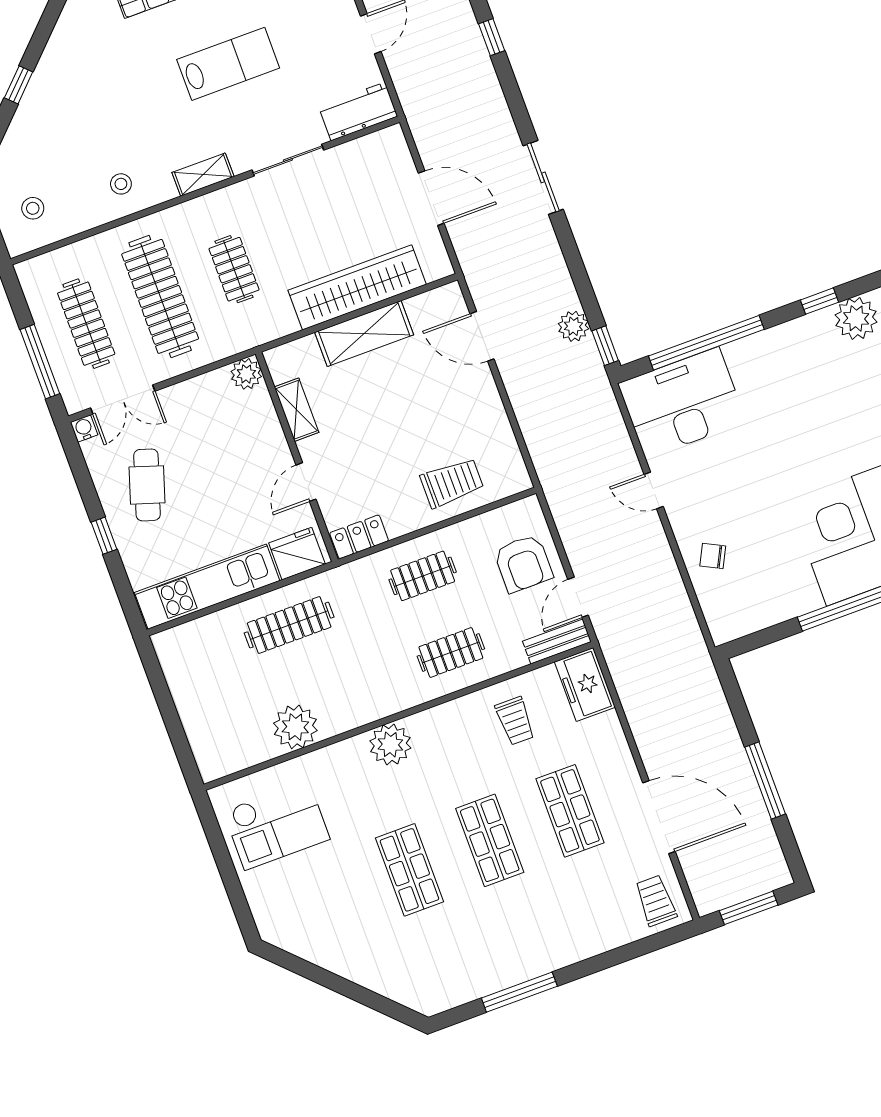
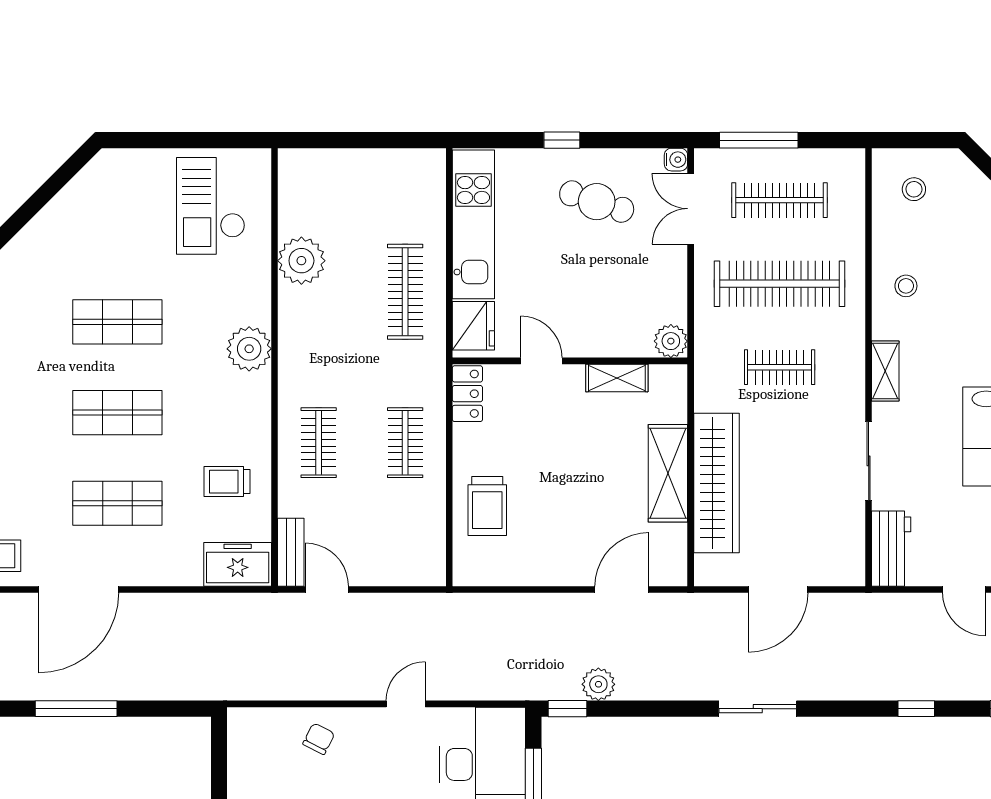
armchair: (523, 563) -> (381, 547), removed

